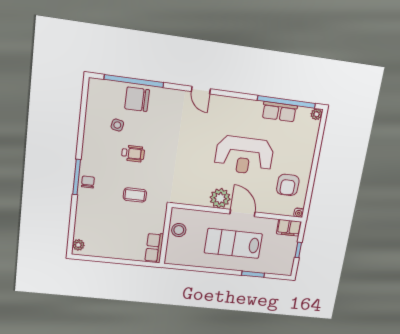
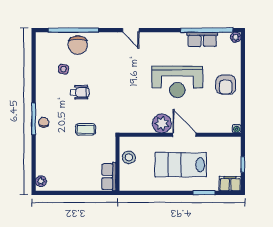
chair: (137, 99) -> (78, 45), turned -90
armchair: (288, 185) -> (226, 85), moved
filing cabinet: (289, 228) -> (230, 184), moved, turned 180

